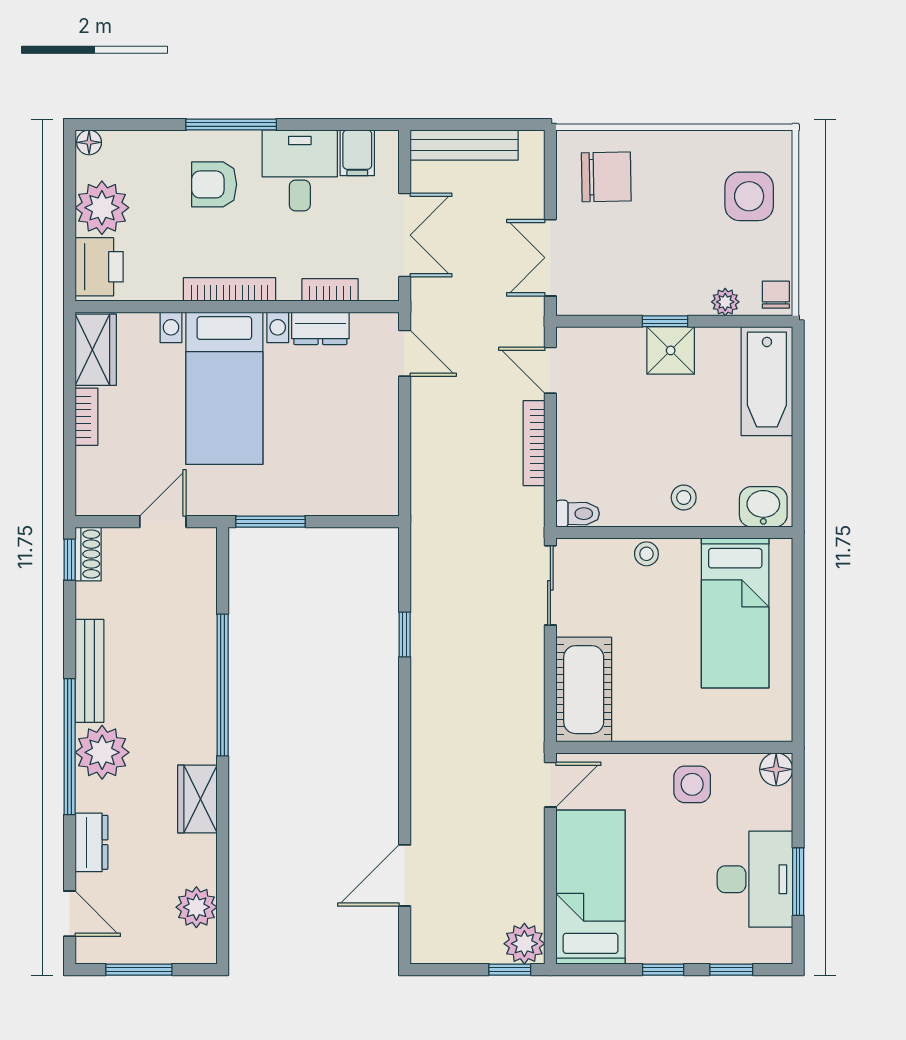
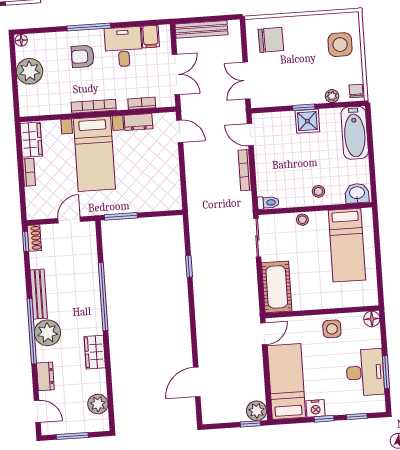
printer: (99, 267) -> (30, 100), removed
nightstand: (647, 947) -> (316, 408), added

